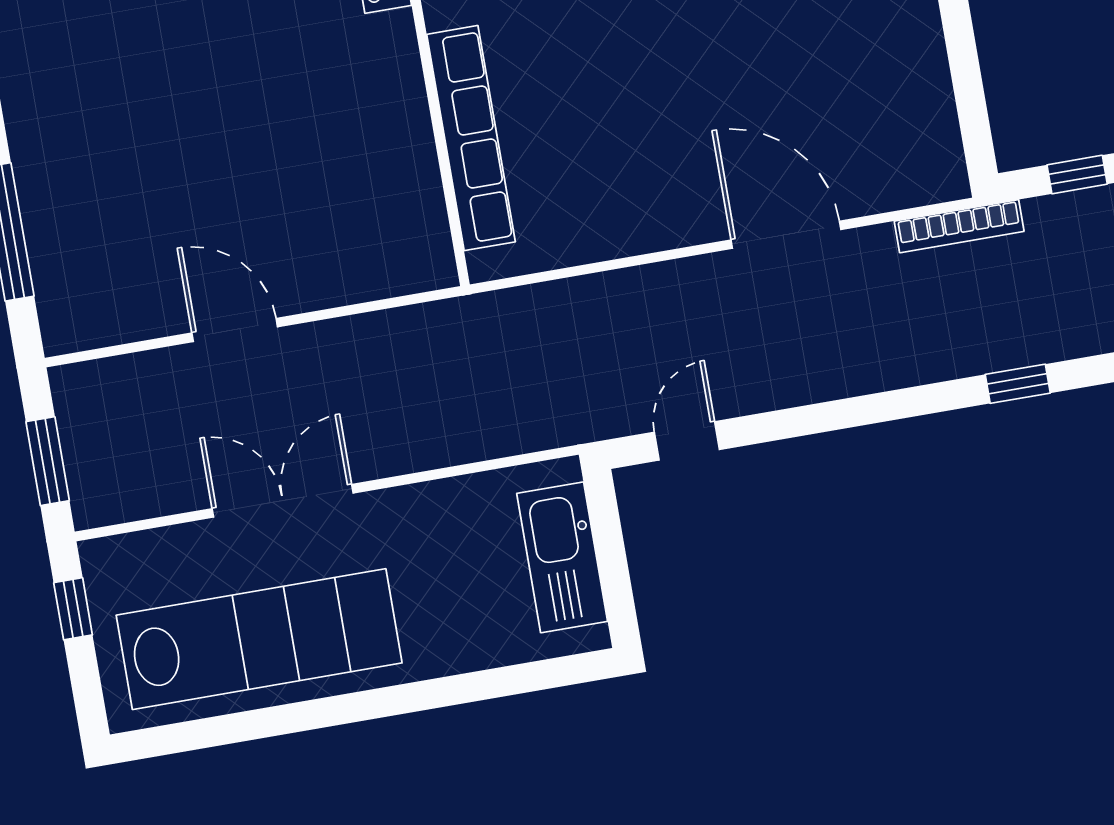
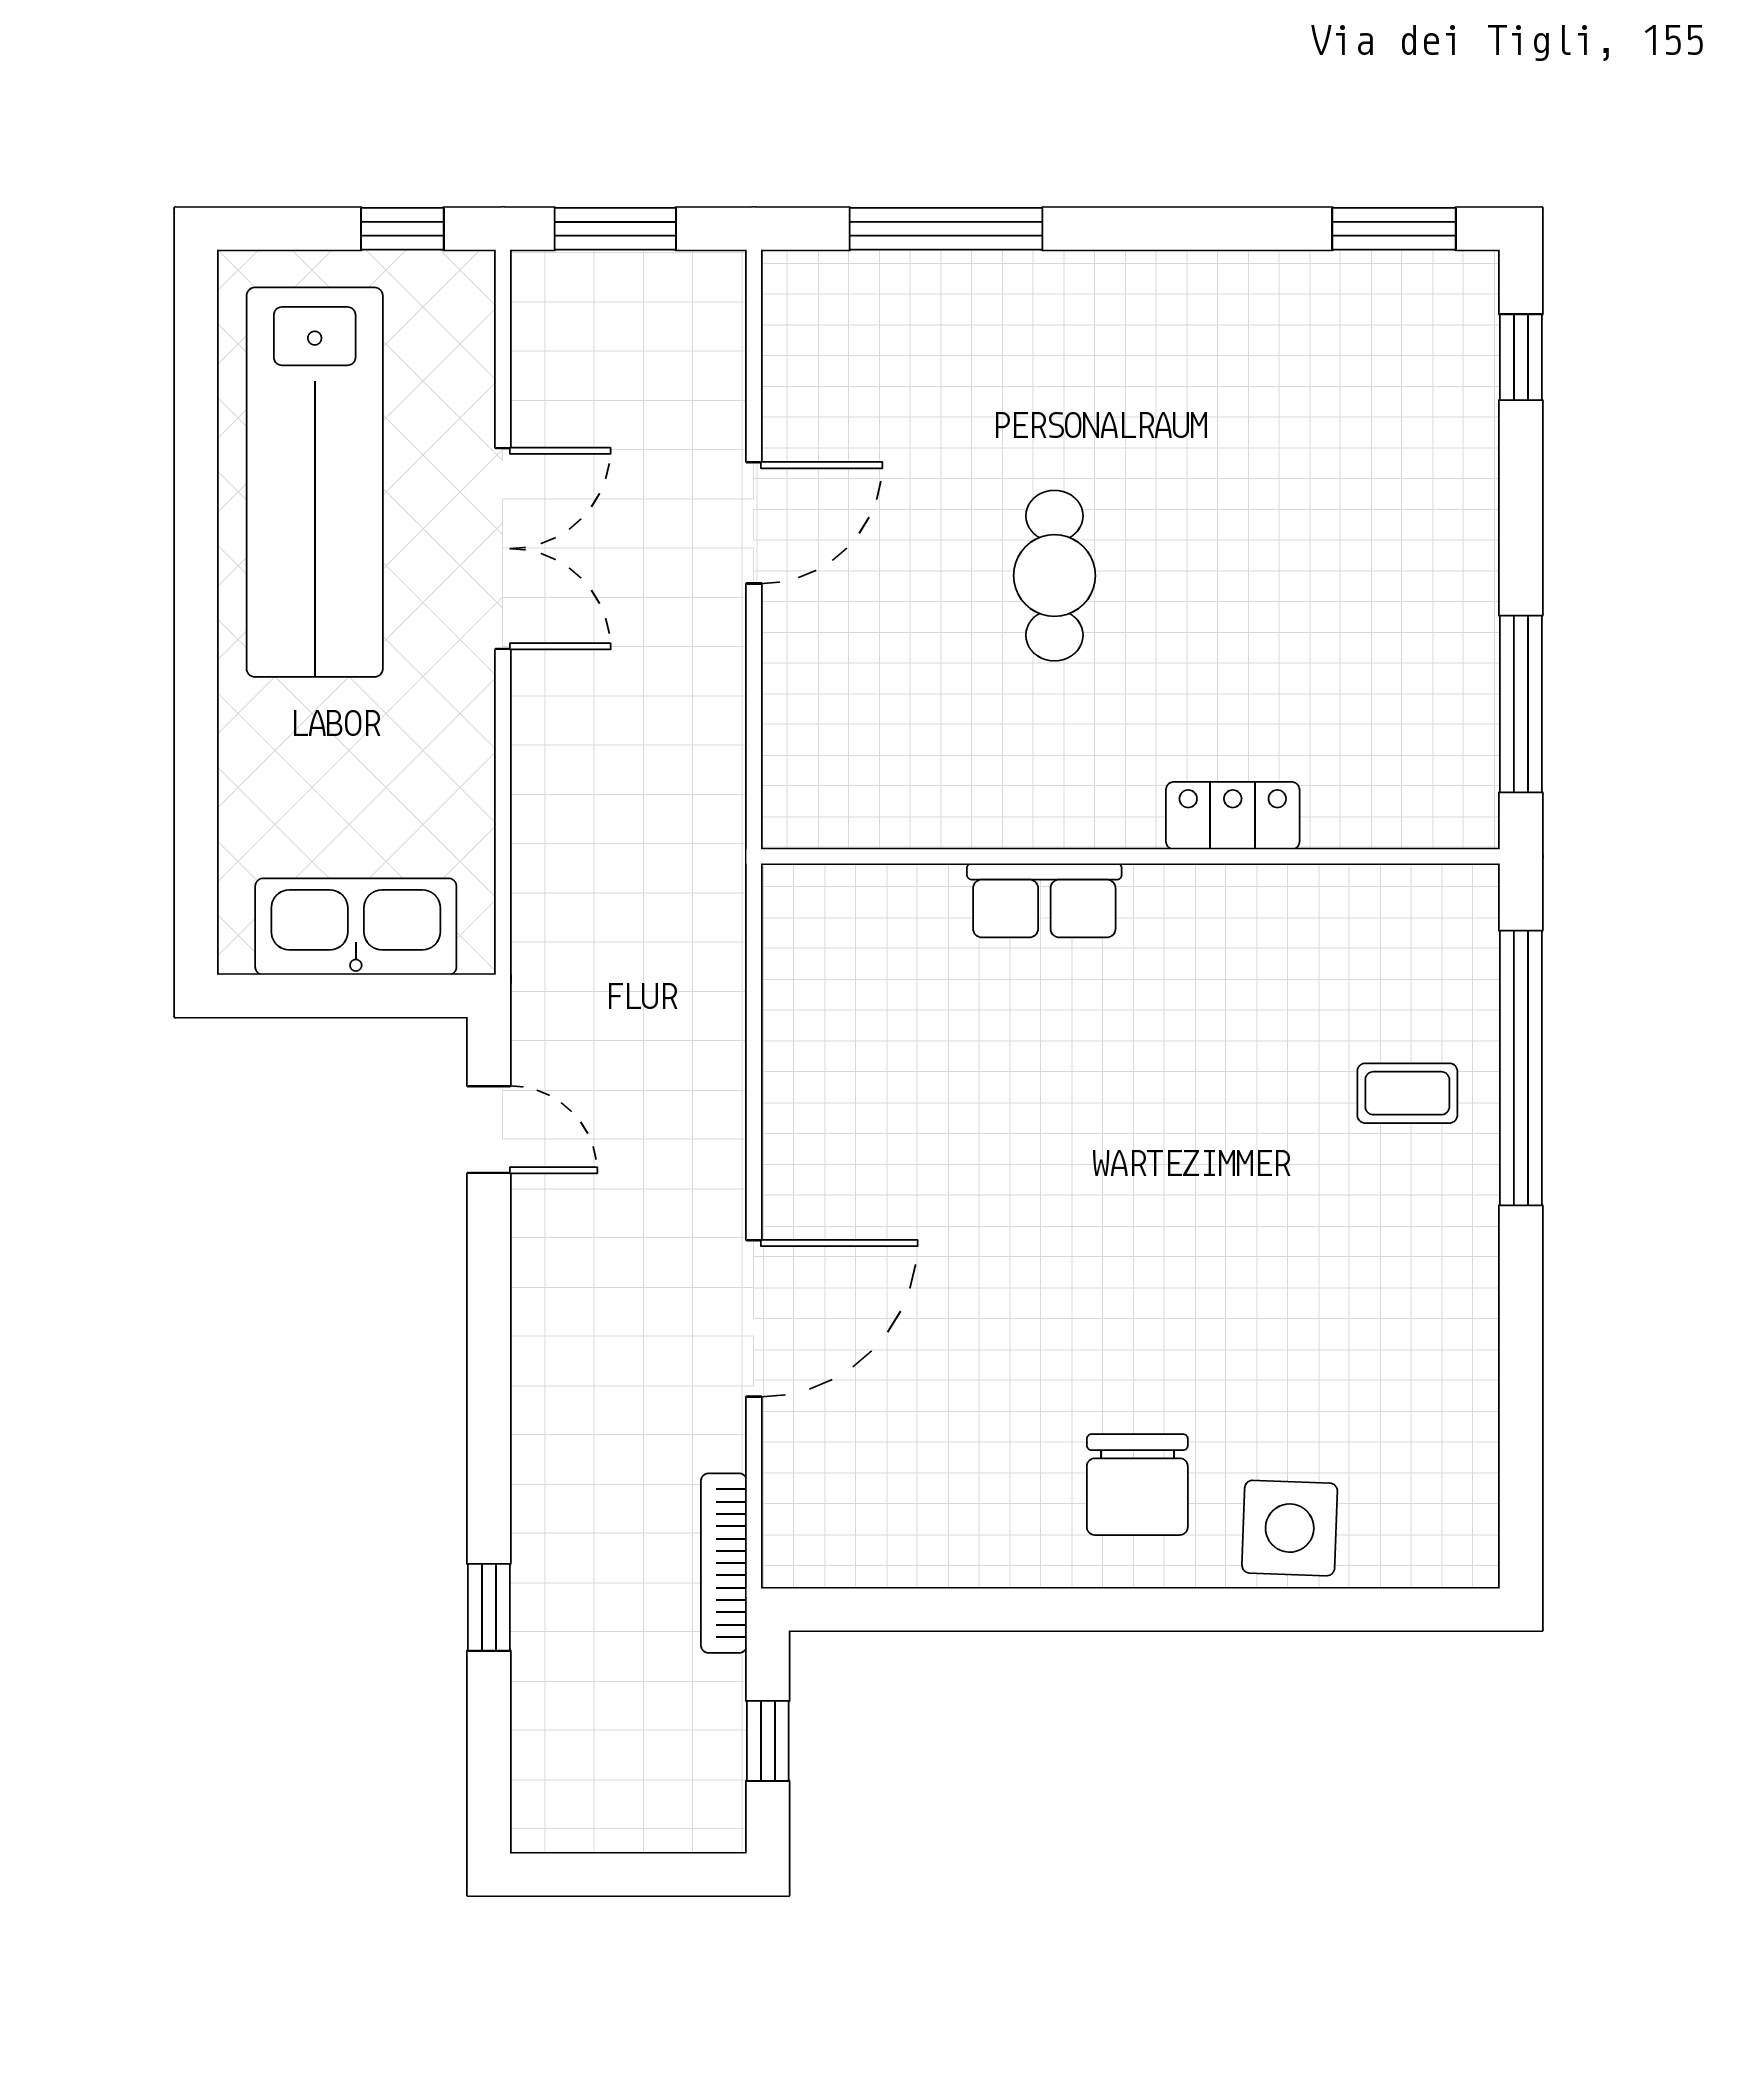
cafe table: (235, 115) -> (1054, 576), added
row of seats: (471, 138) -> (1044, 900), width x0.50

